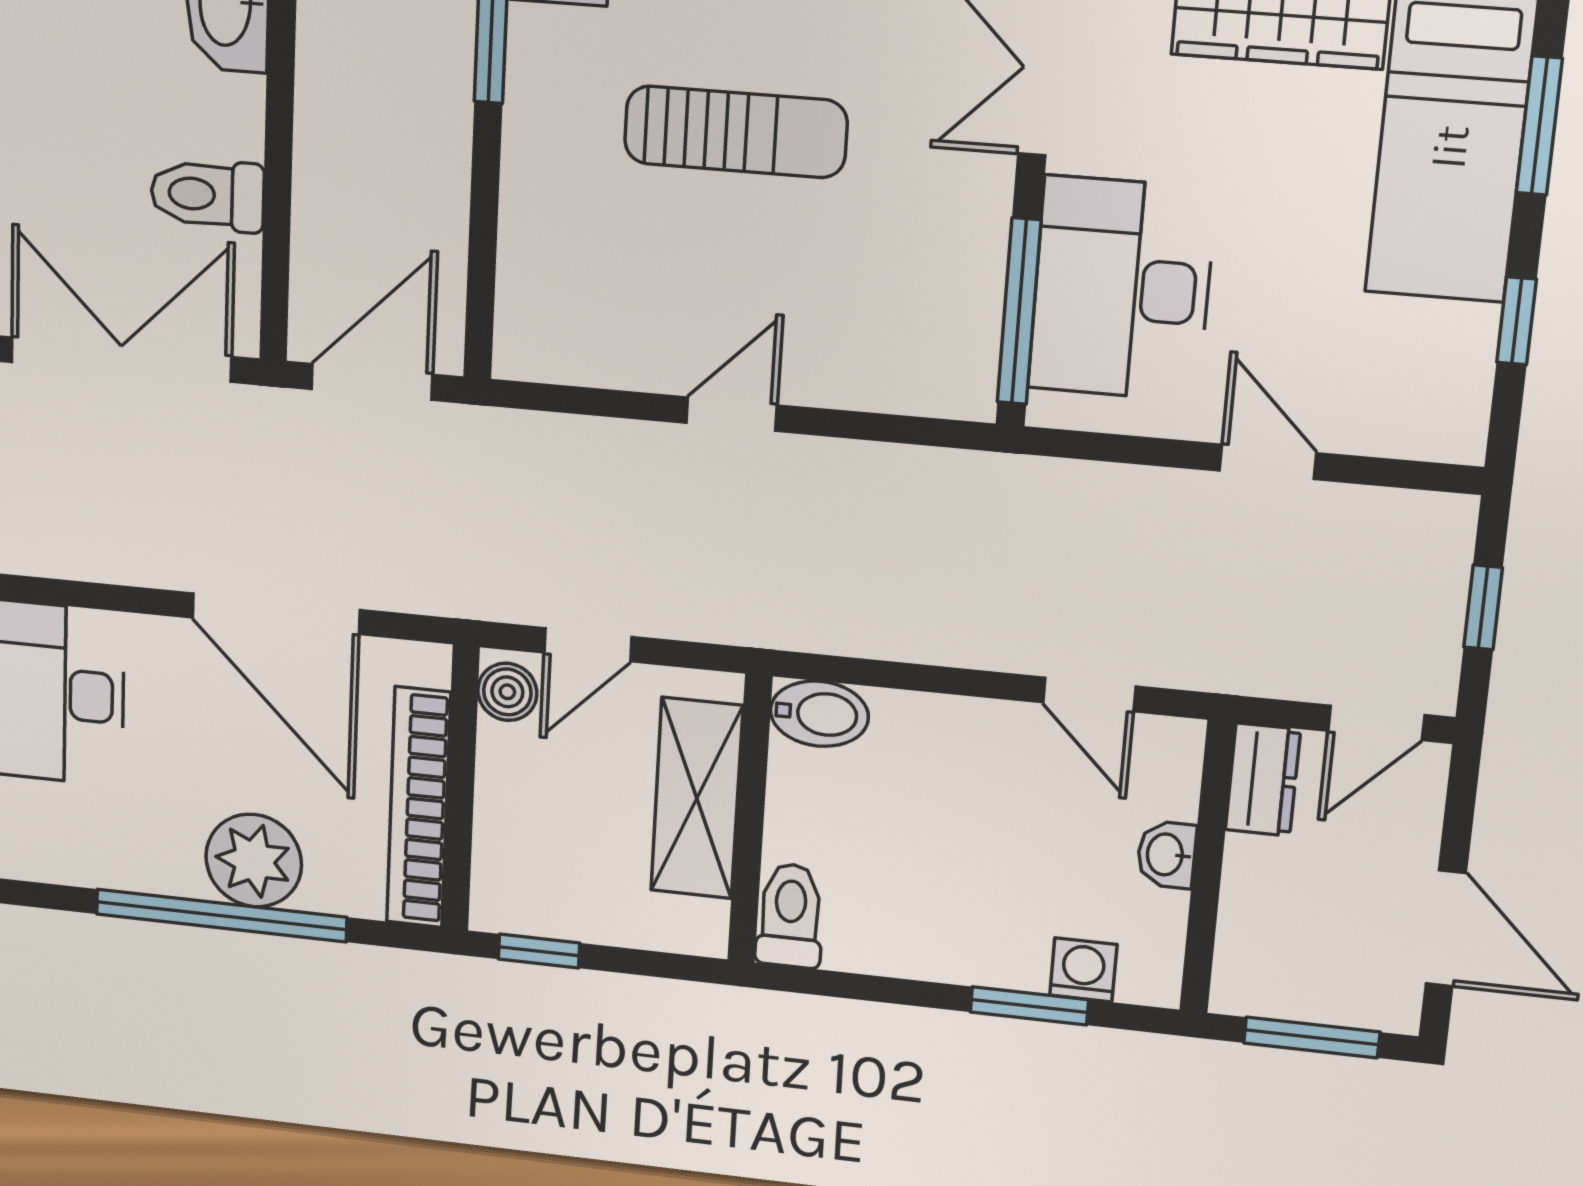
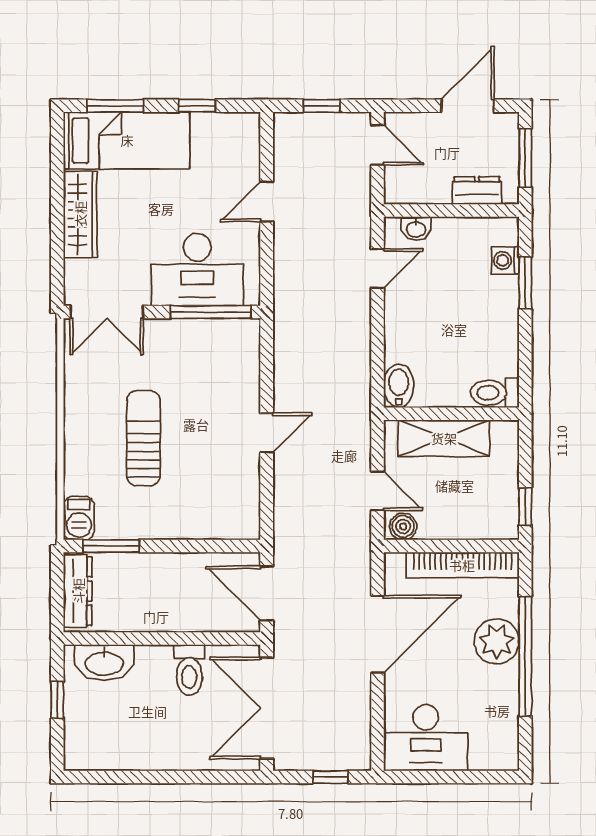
door: (732, 414) -> (267, 433), swing flipped
dresser: (1263, 780) -> (477, 190), moved
washbasin: (1166, 855) -> (416, 229), moved

